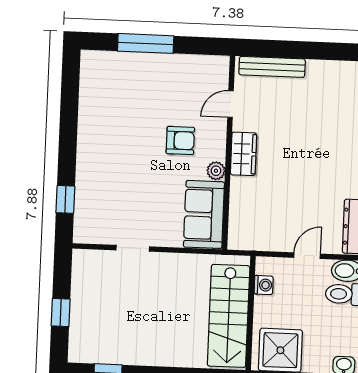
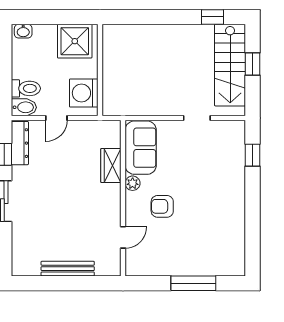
bench: (272, 67) -> (68, 269), moved
wardrobe: (244, 154) -> (111, 166), moved
washing machine: (264, 285) -> (84, 93), width x1.89, depth x1.89
stairs: (229, 316) -> (230, 65), moved, turned 180

